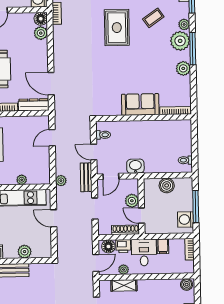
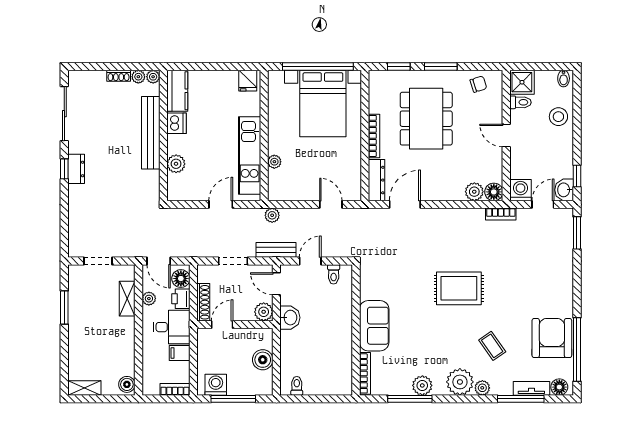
rug: (117, 28) -> (459, 288), moved
window: (193, 49) -> (410, 399), moved
plant: (132, 201) -> (264, 312), moved

